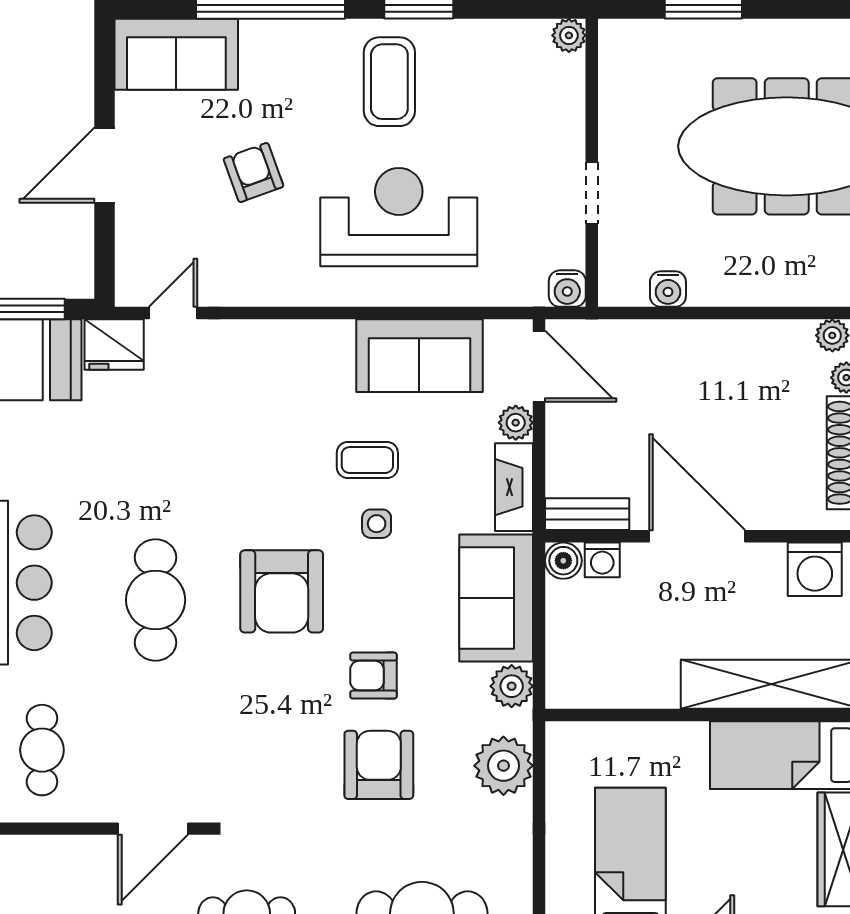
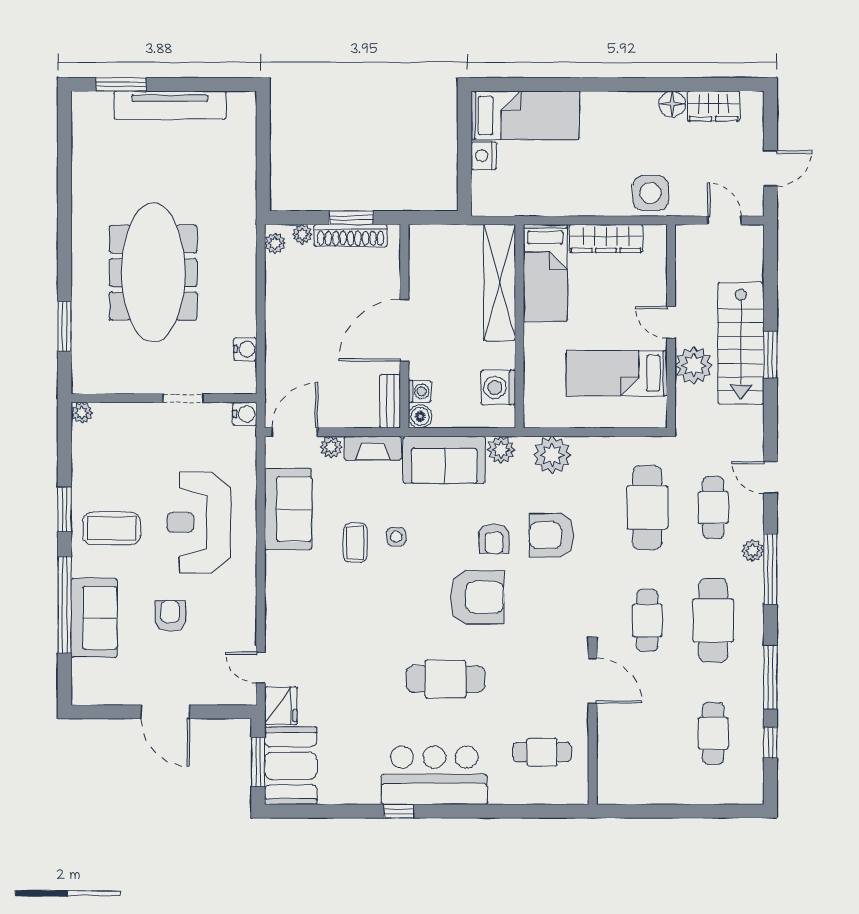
sofa: (176, 54) -> (94, 618), moved
armchair: (254, 173) -> (170, 616), turned 110
washing machine: (815, 569) -> (498, 388), moved, turned 180
armchair: (282, 591) -> (477, 597), moved

